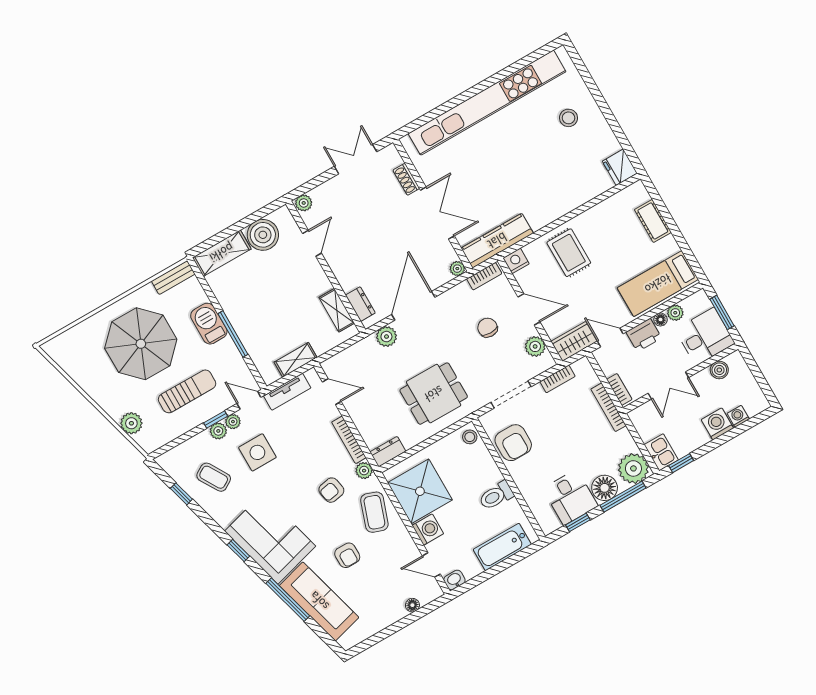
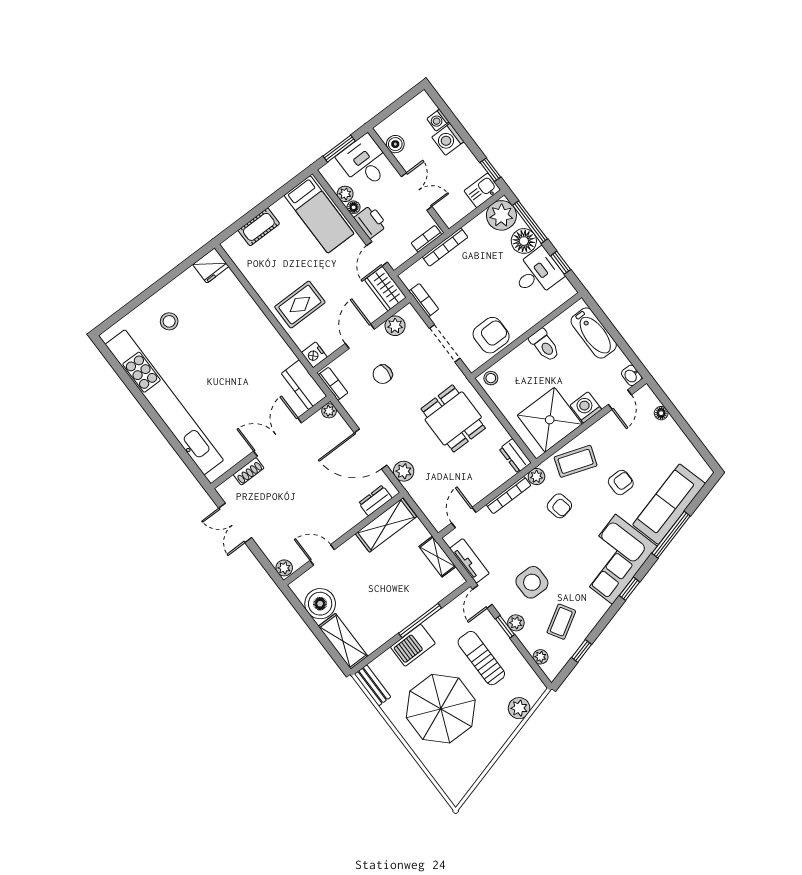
kitchen counter: (497, 241) -> (304, 385), width x0.67
shelving: (337, 310) -> (386, 525), width x1.50, depth x1.33
plant: (233, 422) -> (541, 657), moved

